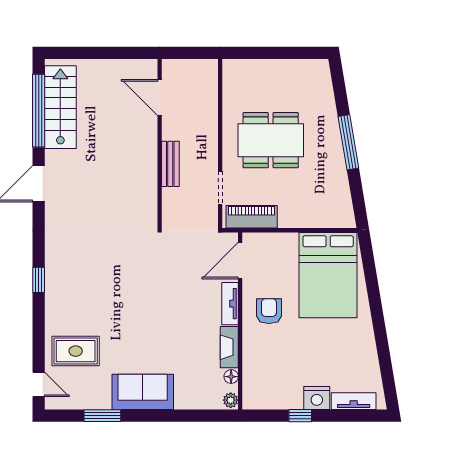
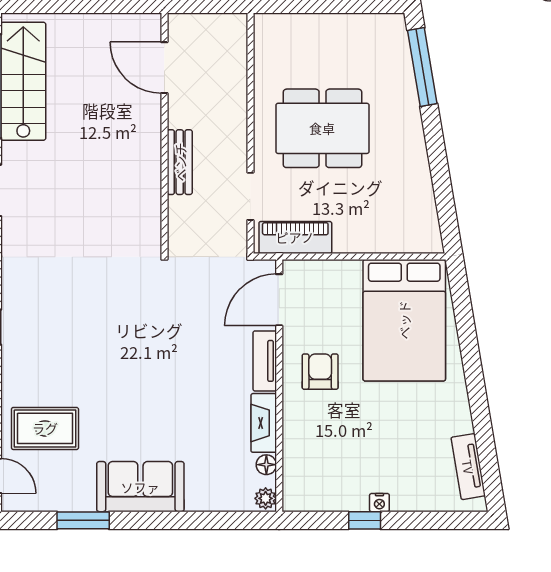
window: (348, 142) -> (422, 67), moved
nightstand: (317, 398) -> (379, 503), width x0.53, depth x0.56
tv unit: (354, 401) -> (468, 467), moved, turned -99

